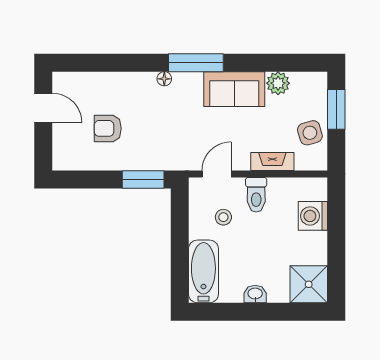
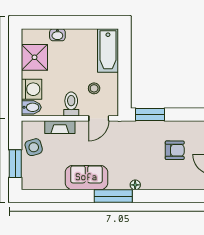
plant: (278, 83) -> (56, 182), removed
bidet: (313, 190) -> (31, 107), added
shower: (309, 284) -> (34, 57), moved
washbasin: (255, 294) -> (57, 35), moved

